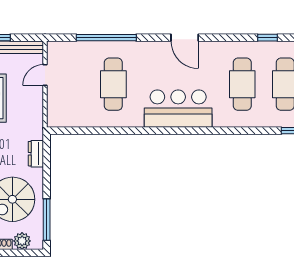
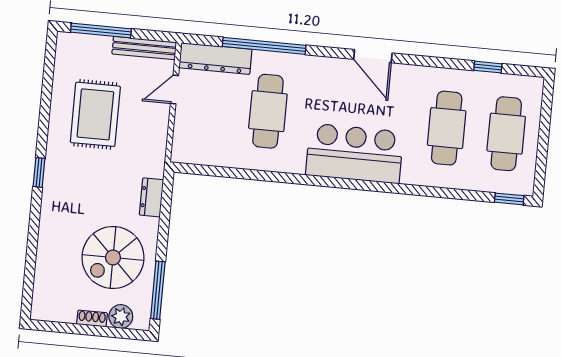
dresser: (72, 50) -> (215, 59), added

